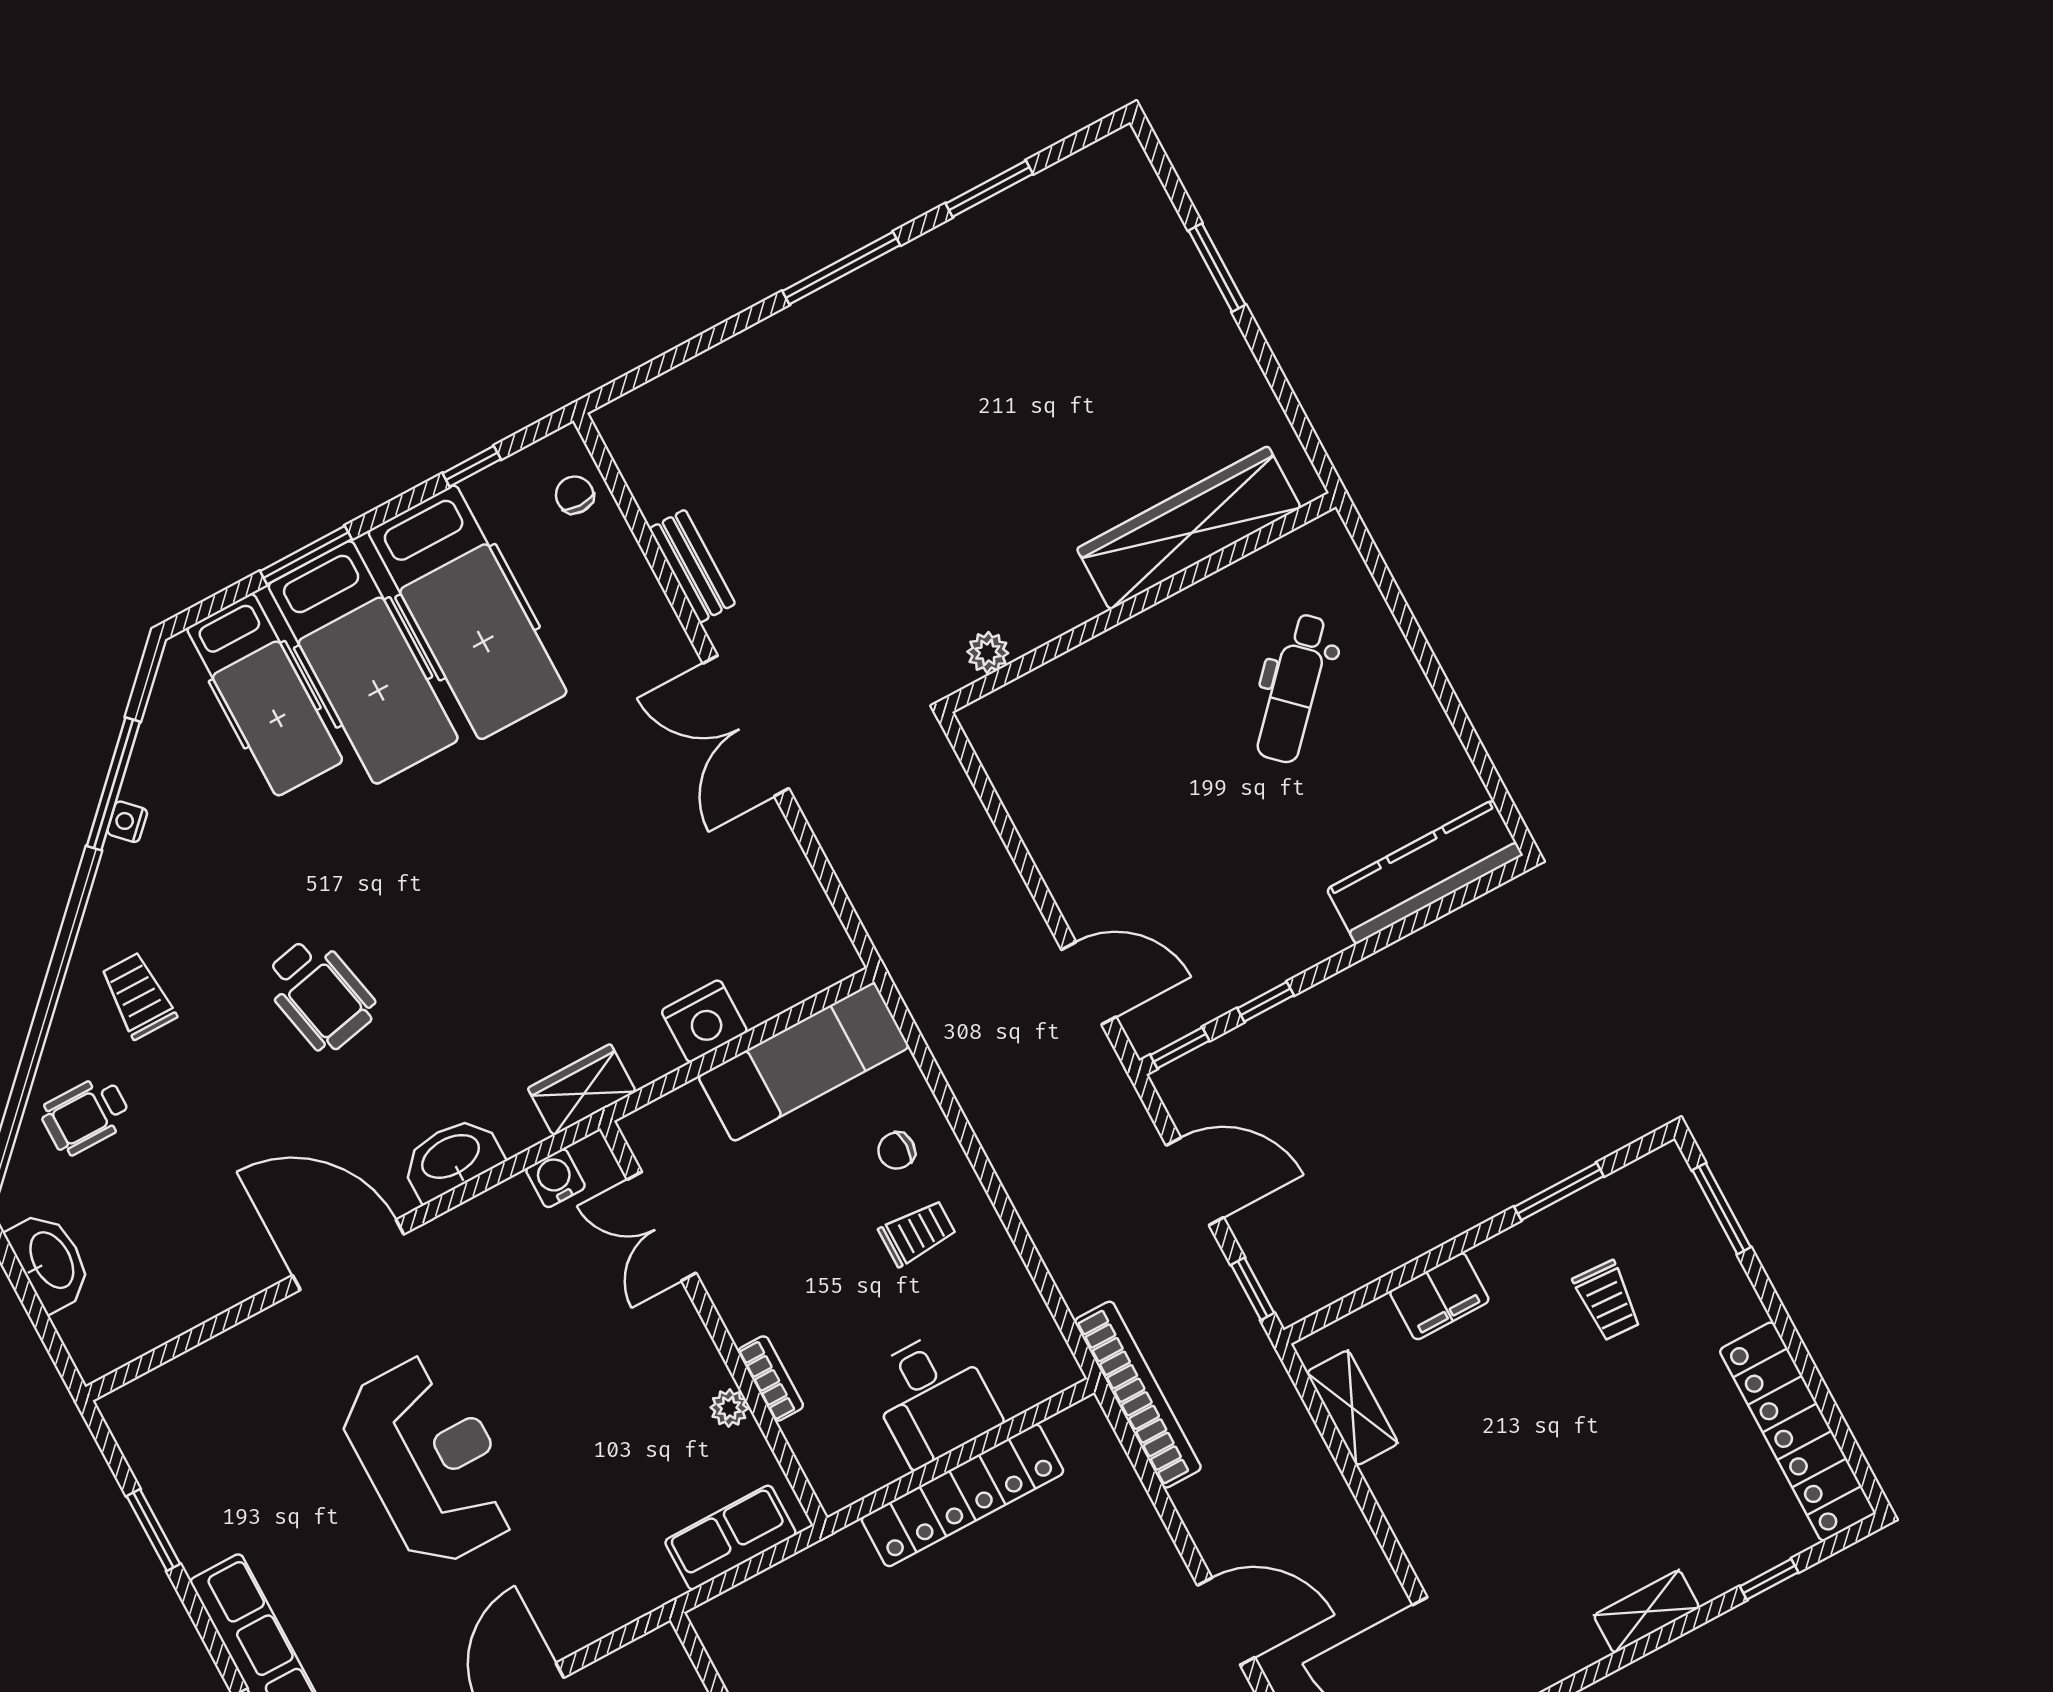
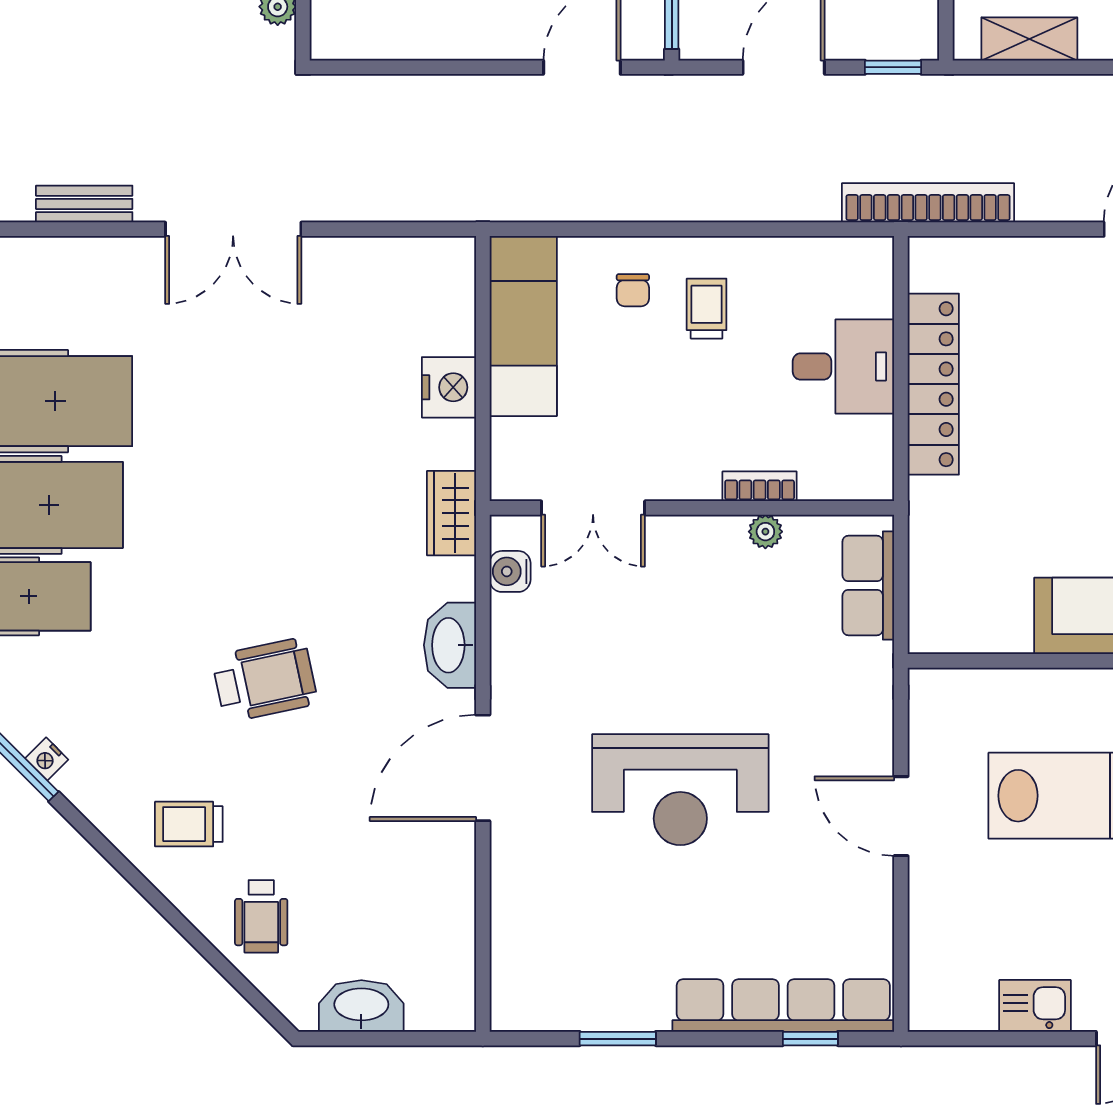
reception desk: (431, 1460) -> (680, 790), turned 180

